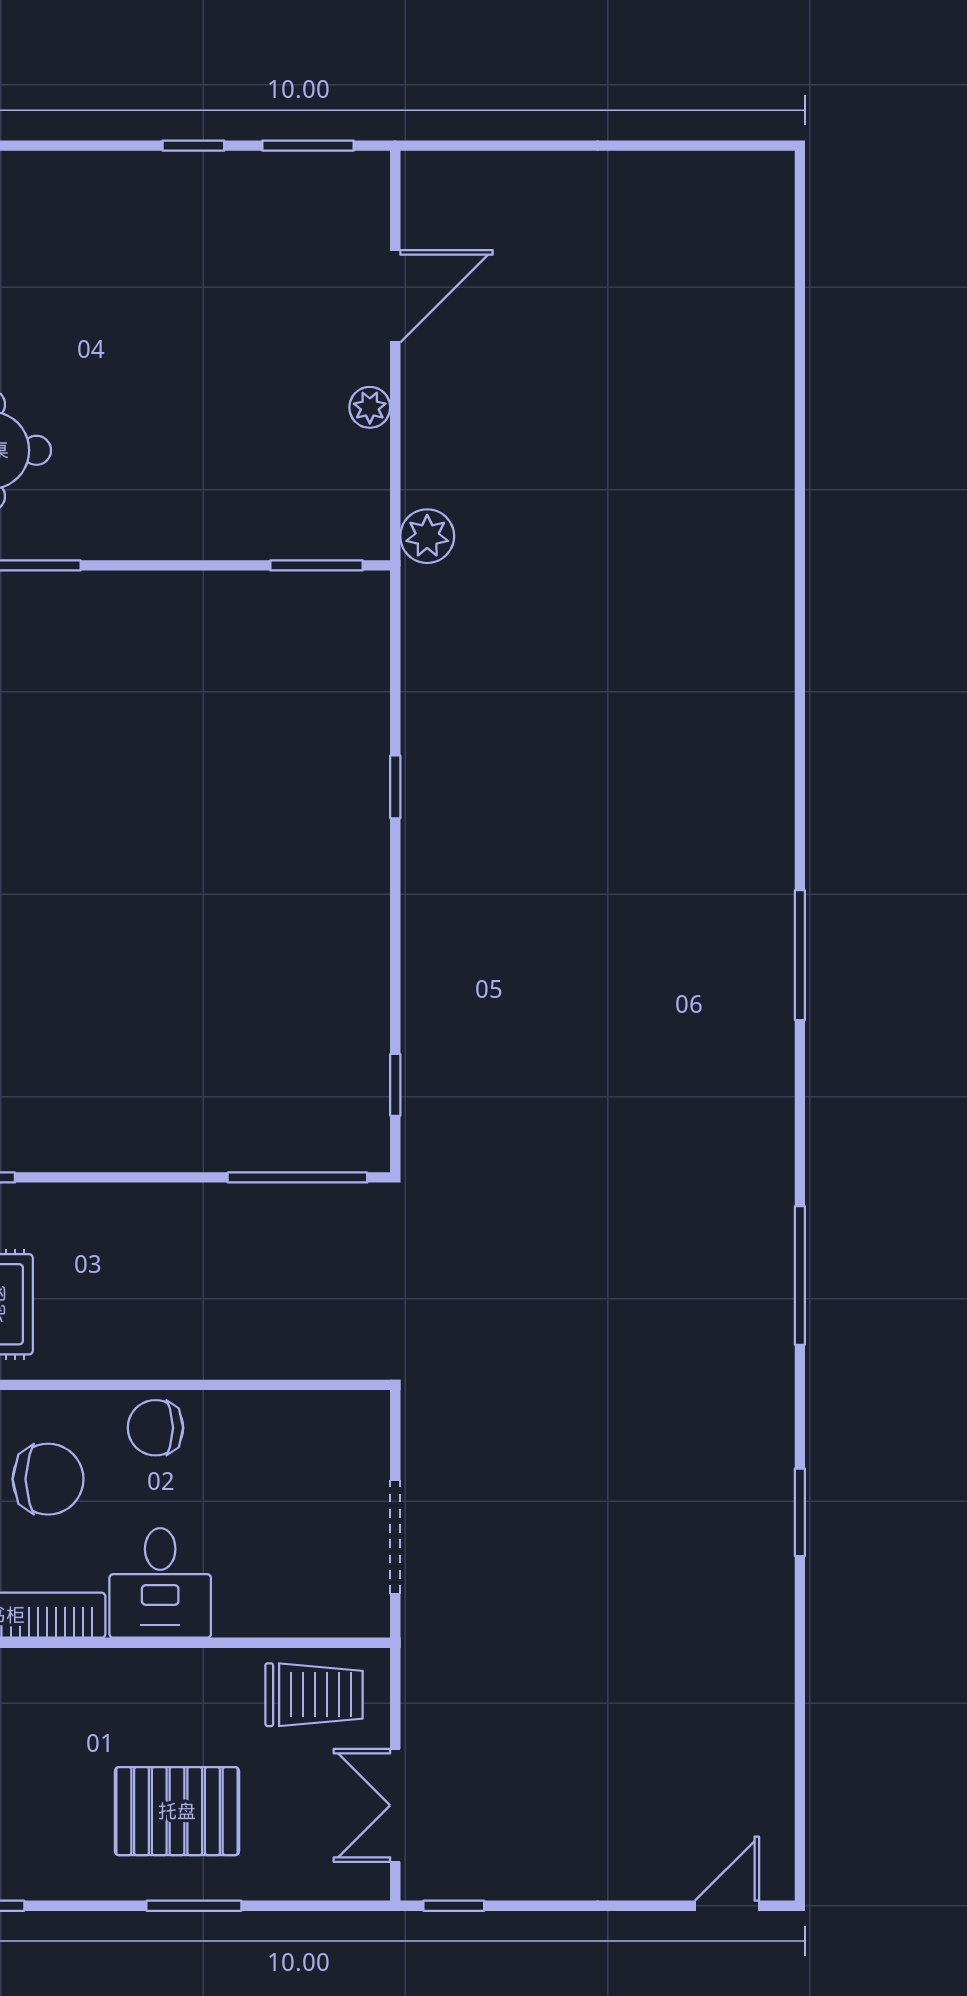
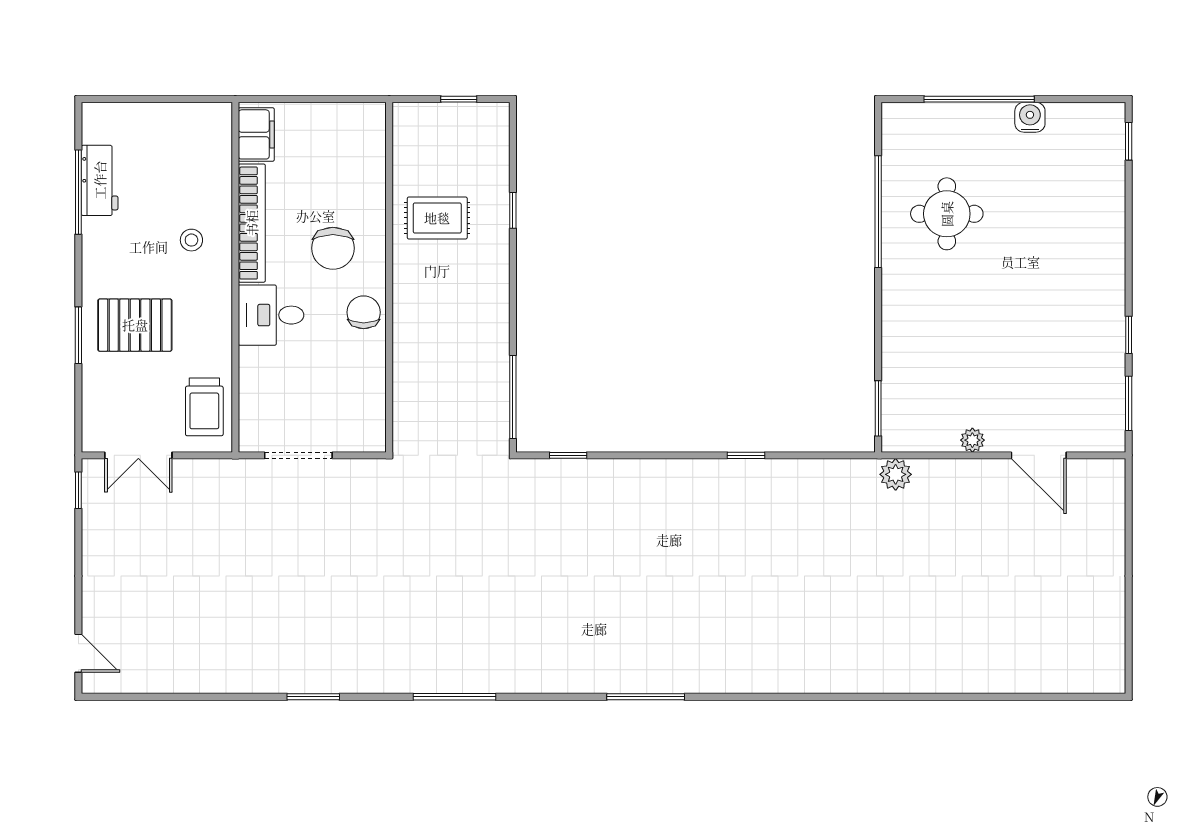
stool: (34, 1716) -> (191, 240), added
double door: (395, 1805) -> (138, 455), swing flipped
pallet: (177, 1811) -> (135, 325), turned 90

